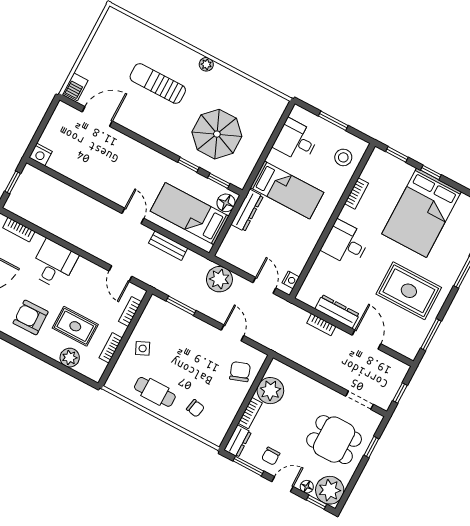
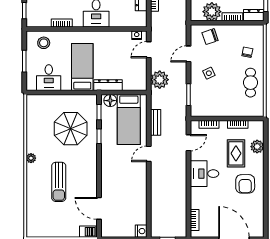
desk: (54, 264) -> (205, 174), moved
side table: (143, 348) -> (209, 73), moved

